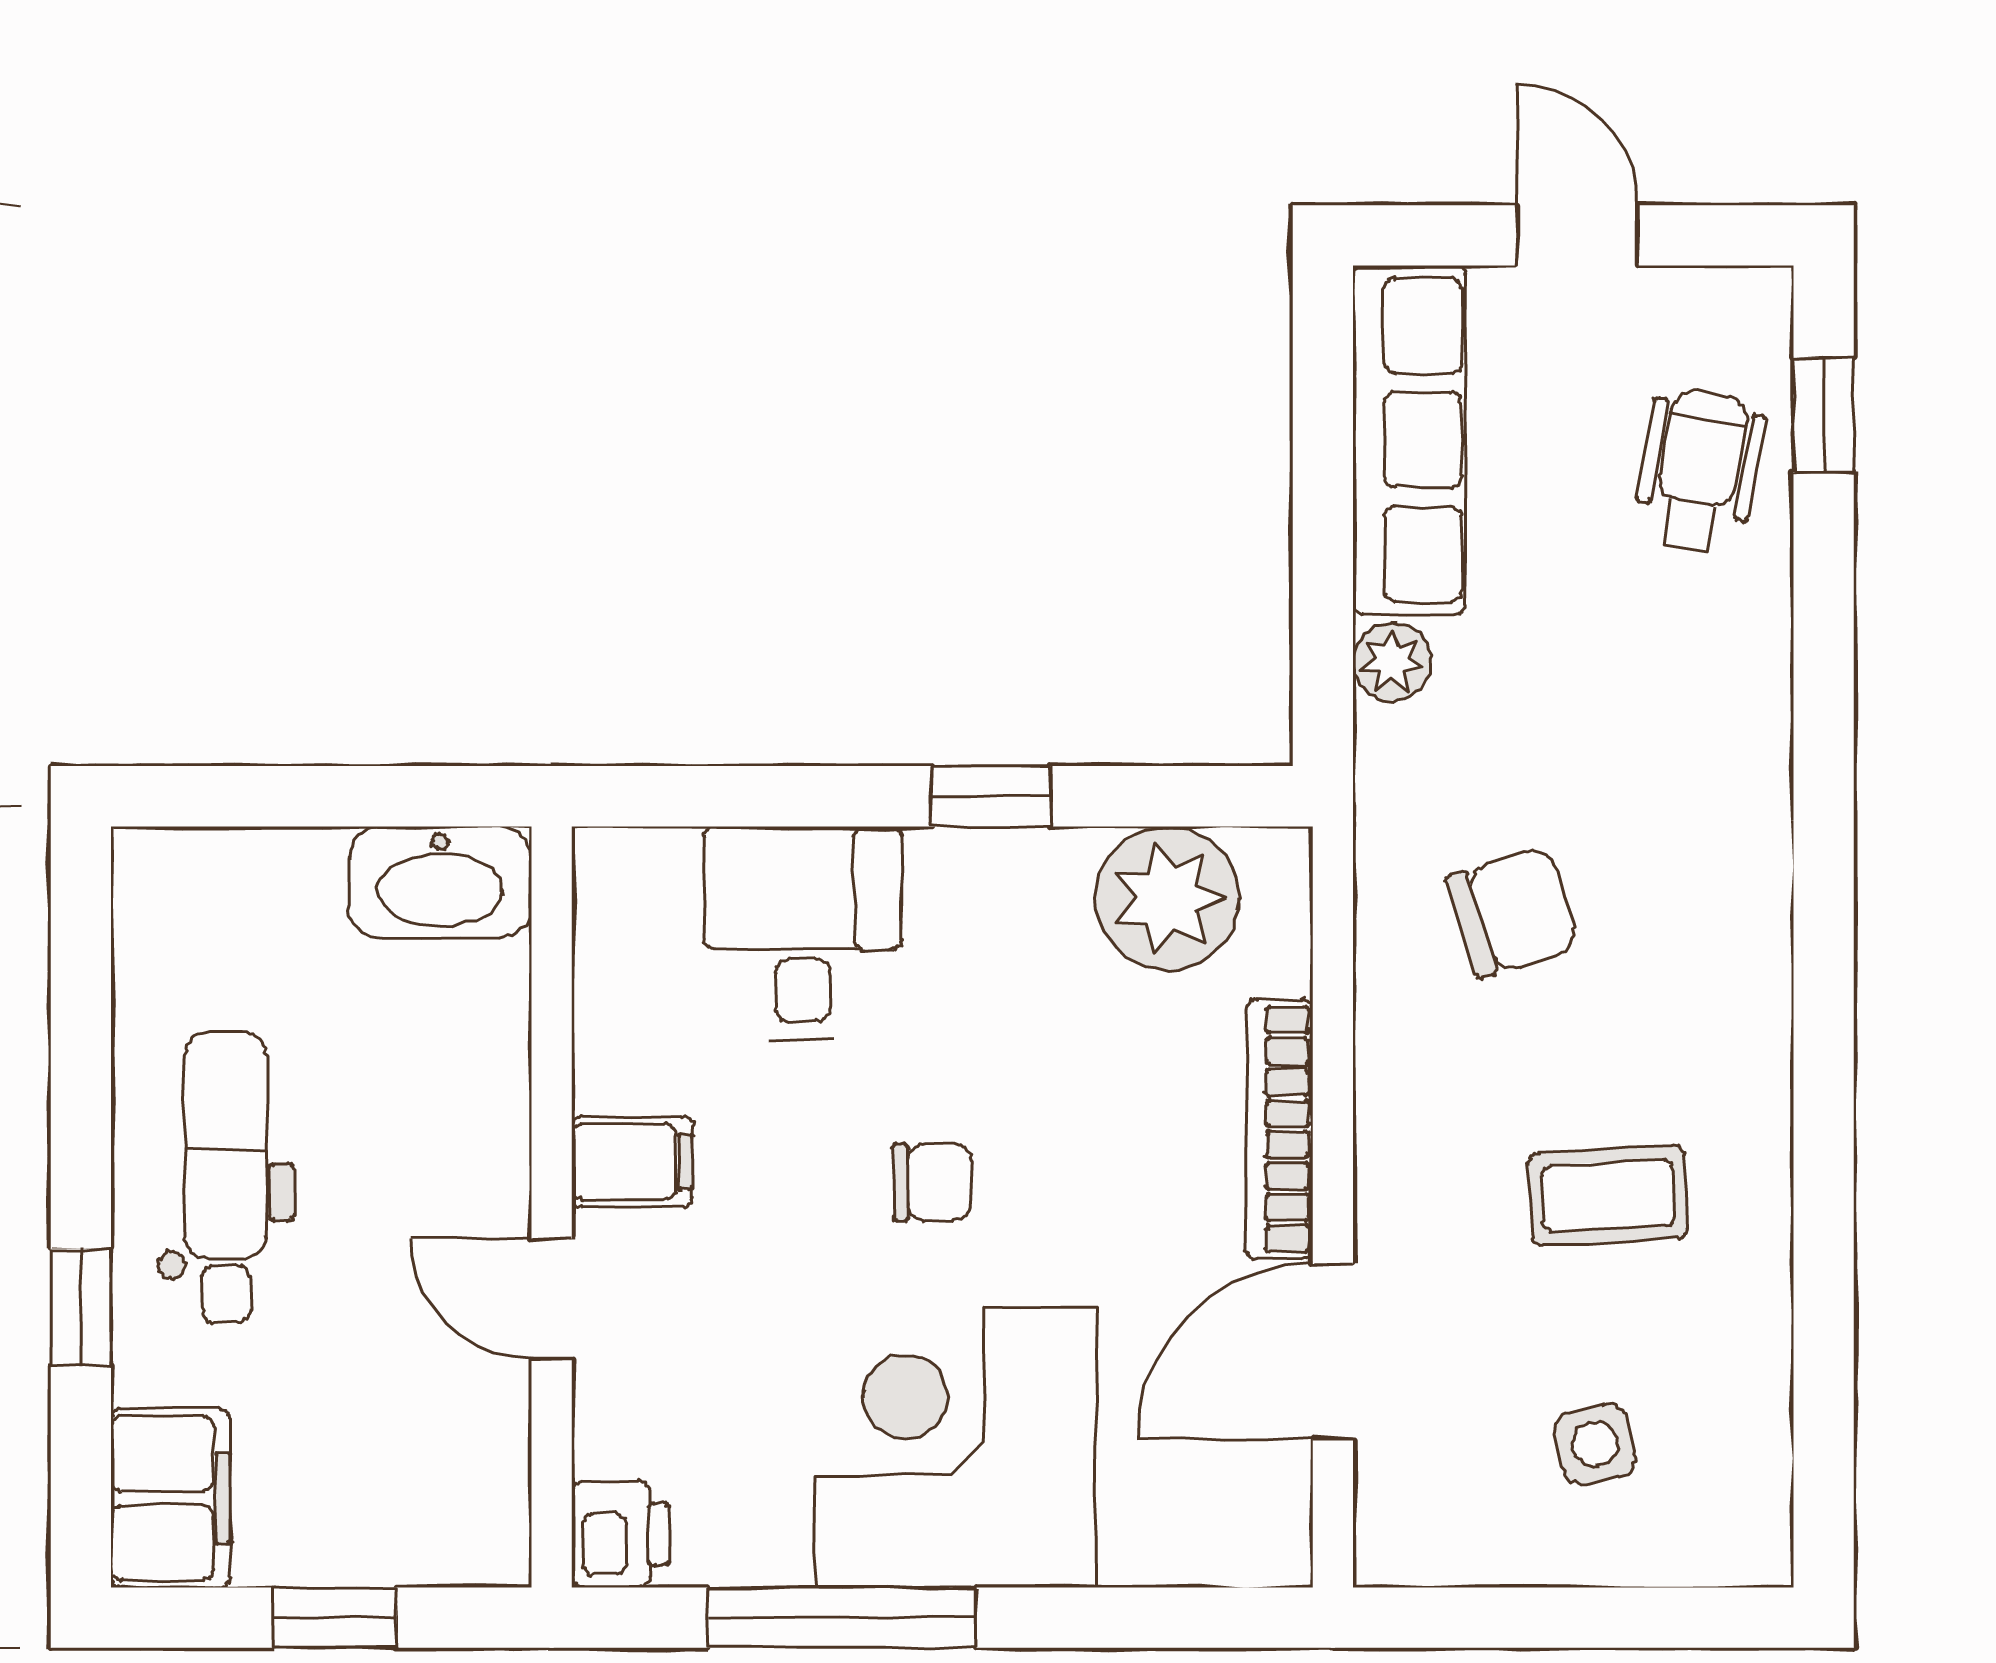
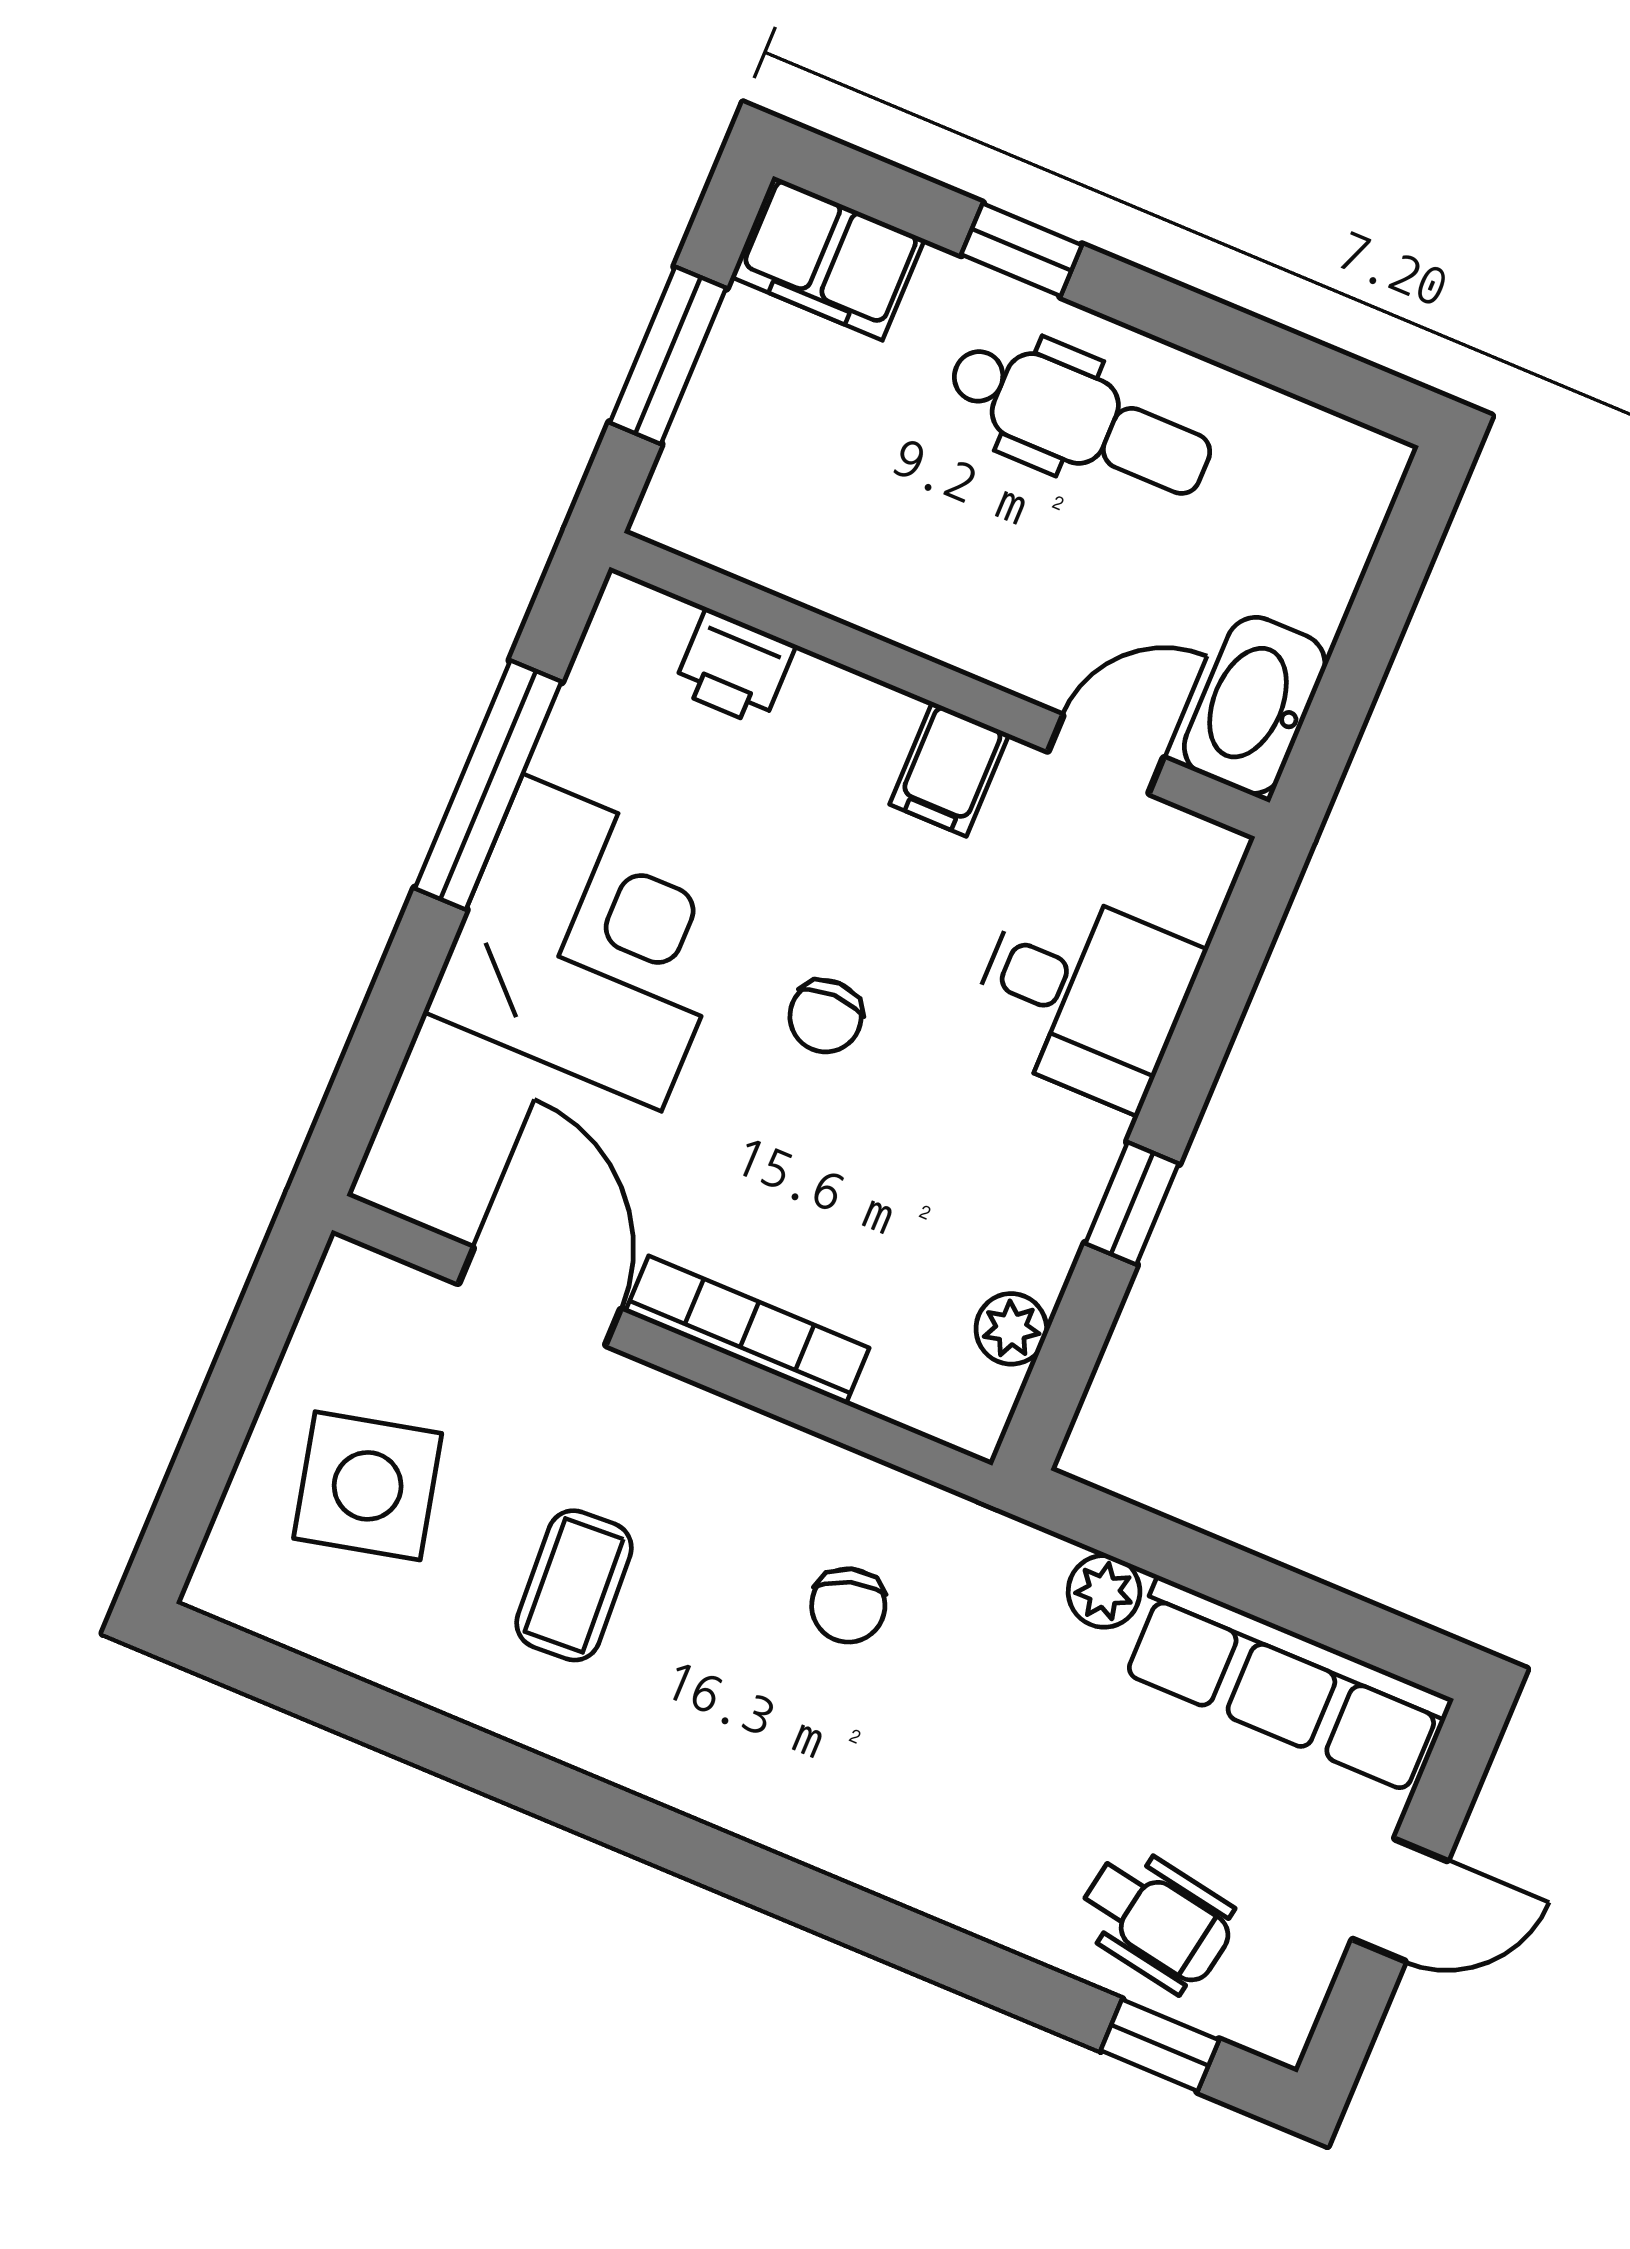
plant: (1167, 898) -> (1011, 1329), width x0.53, depth x0.53
chair: (1513, 912) -> (848, 1605), width x0.73, depth x0.73
door: (552, 1299) -> (1106, 754), moved
side table: (1595, 1444) -> (368, 1486), width x1.87, depth x1.87
printer: (620, 1534) -> (734, 667), moved
window: (335, 1618) -> (668, 355), width x1.50

